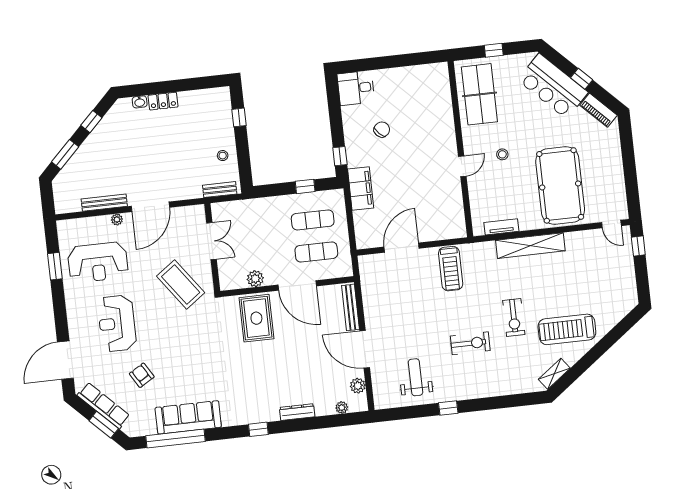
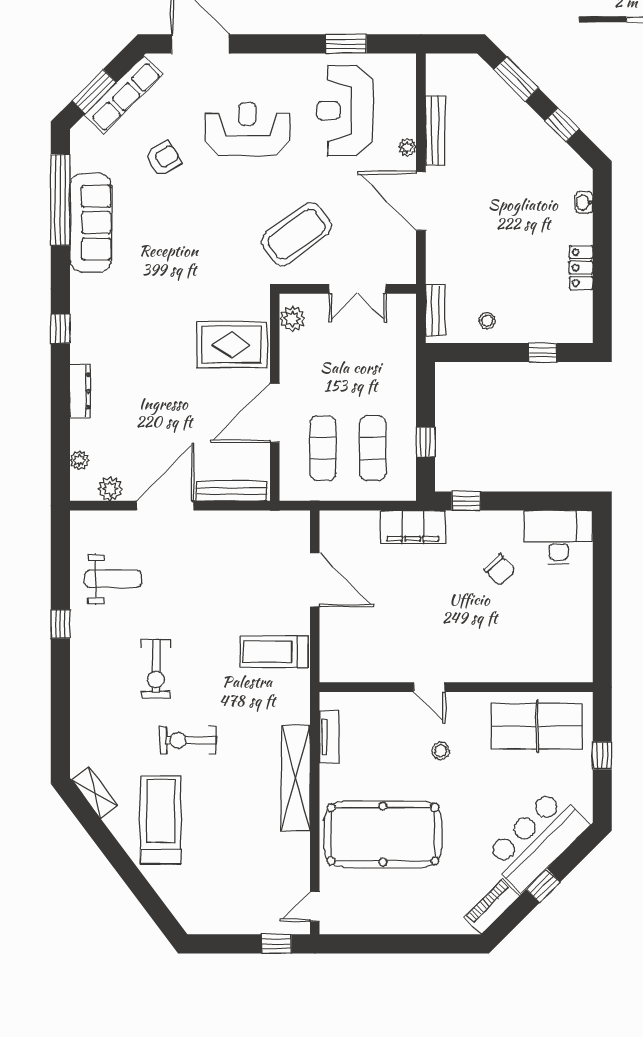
desk: (356, 88) -> (559, 537), width x1.37
locker: (163, 101) -> (581, 268), moved
plant: (255, 279) -> (292, 319), moved

